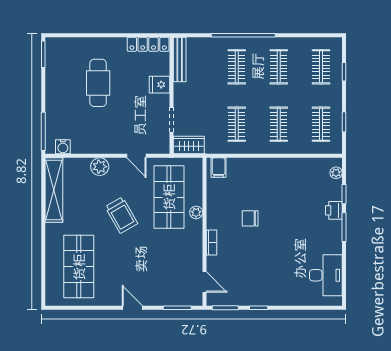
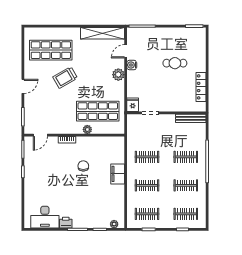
locker: (148, 44) -> (201, 87), moved
cafe table: (98, 83) -> (175, 63), width x0.73, depth x0.74
fridge: (160, 85) -> (133, 105), moved
wardrobe: (189, 145) -> (133, 125), removed
water cooler: (63, 147) -> (132, 65), moved
door: (136, 156) -> (126, 51), moved
plant: (100, 167) -> (118, 75), moved
filing cabinet: (219, 168) -> (118, 174), moved, width x2.00
printer: (334, 210) -> (66, 223), moved
trolley: (121, 215) -> (65, 77), moved

